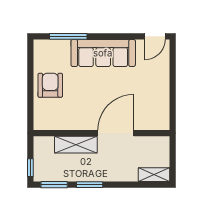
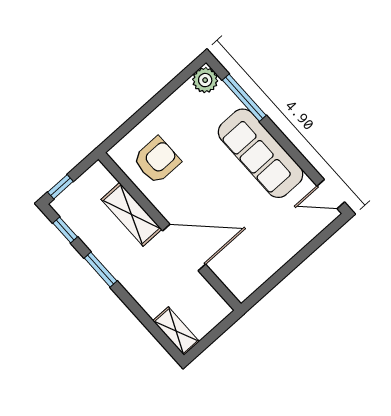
plant: (42, 48) -> (205, 80), added
armchair: (50, 85) -> (157, 160), moved
window: (54, 185) -> (65, 230), width x0.67

